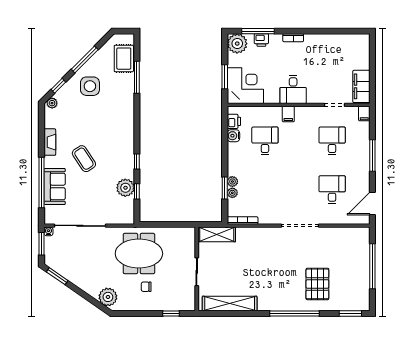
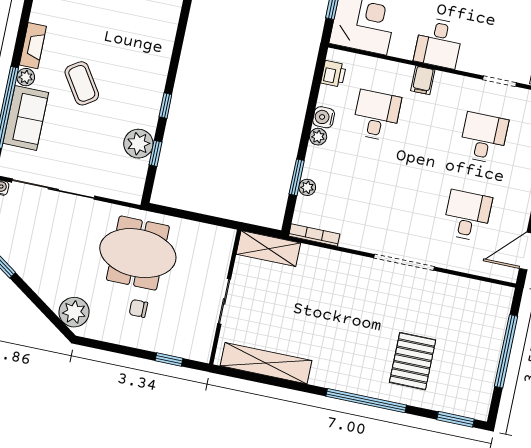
water cooler: (233, 136) -> (324, 117), moved
plant: (49, 162) -> (26, 77), added
plant: (232, 182) -> (318, 137), moved

